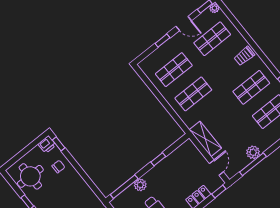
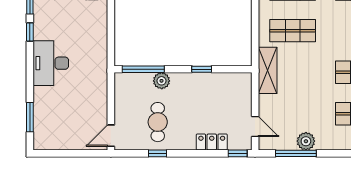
shelving: (205, 139) -> (268, 70), moved
door: (216, 168) -> (255, 127), hinge flipped

